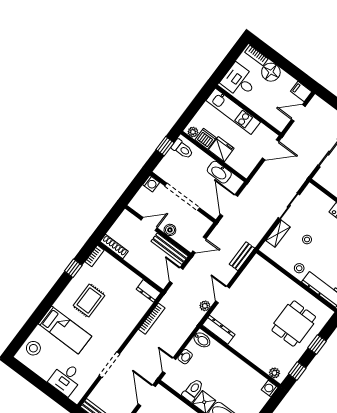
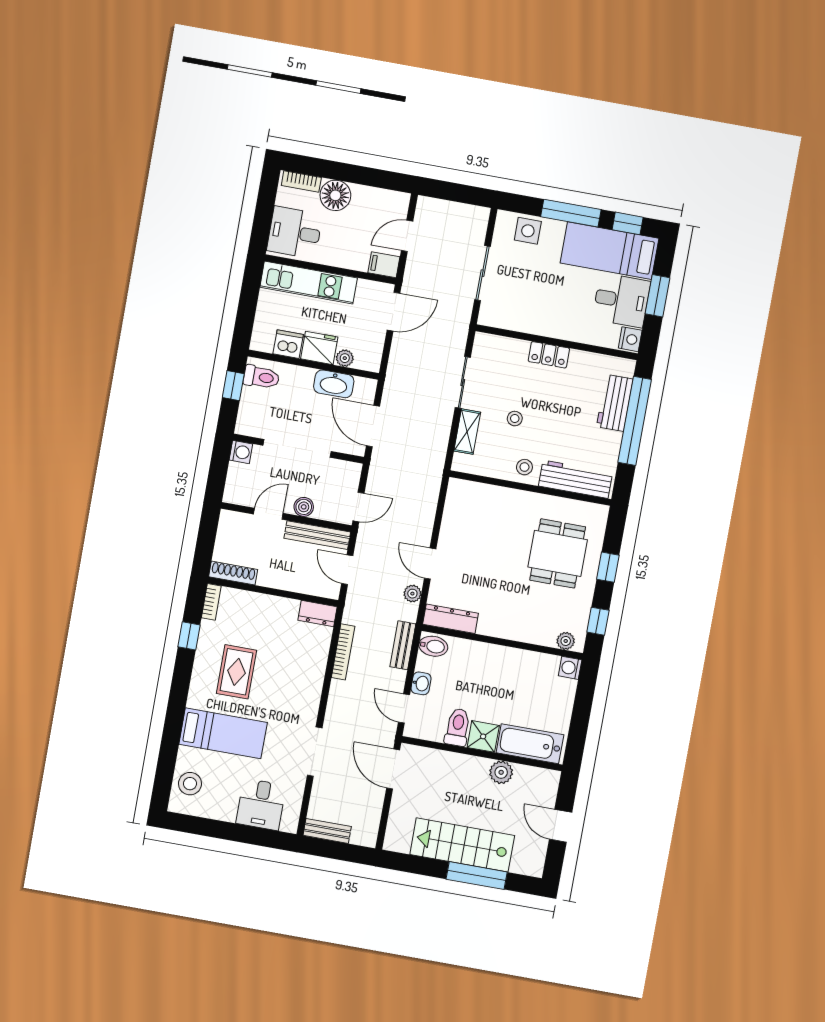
filing cabinet: (301, 92) -> (384, 265), moved
plant: (193, 132) -> (345, 358), moved
bench: (242, 256) -> (403, 645), moved

